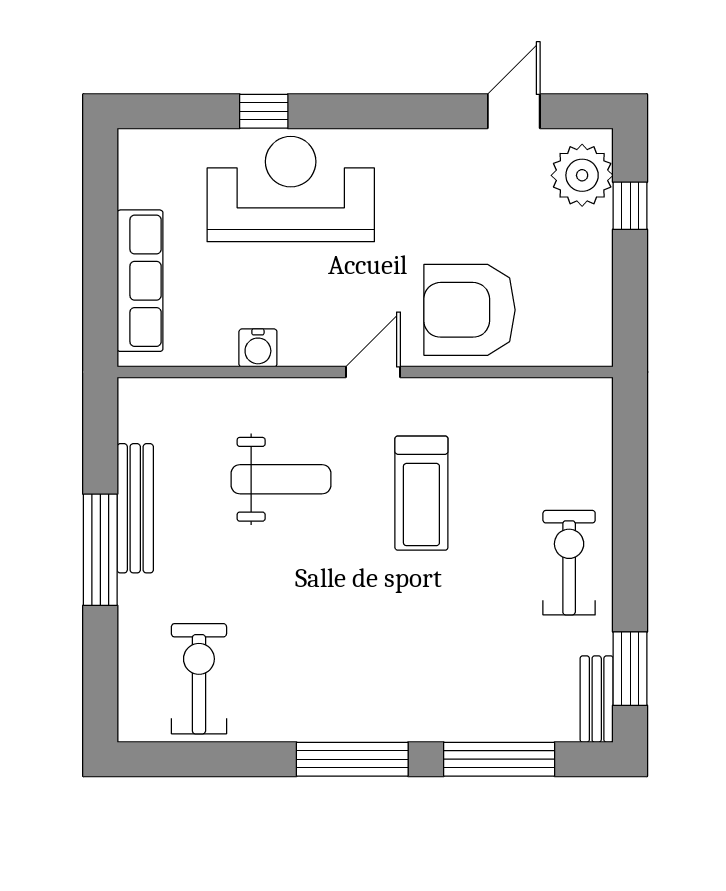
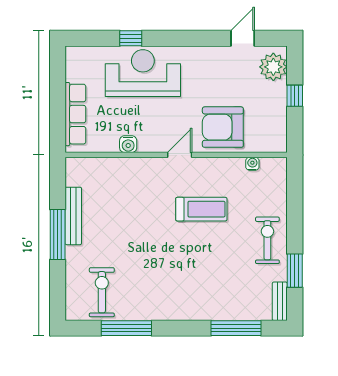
window: (630, 206) -> (295, 96), moved
water cooler: (535, 392) -> (252, 164), added
weight bench: (281, 479) -> (139, 203), removed
treadmill: (421, 493) -> (201, 209), turned -90
window: (630, 669) -> (295, 271), moved
window: (352, 759) -> (126, 328), moved

